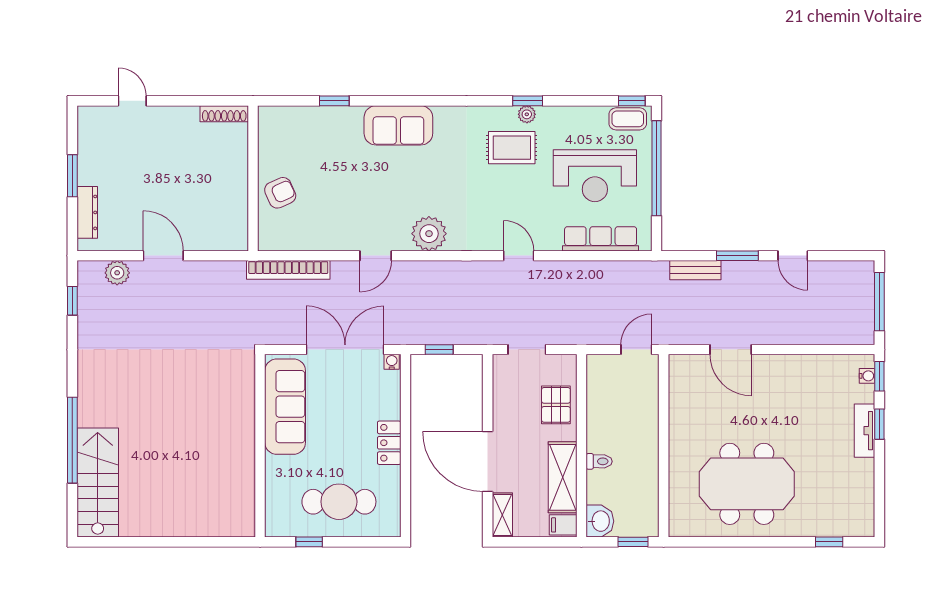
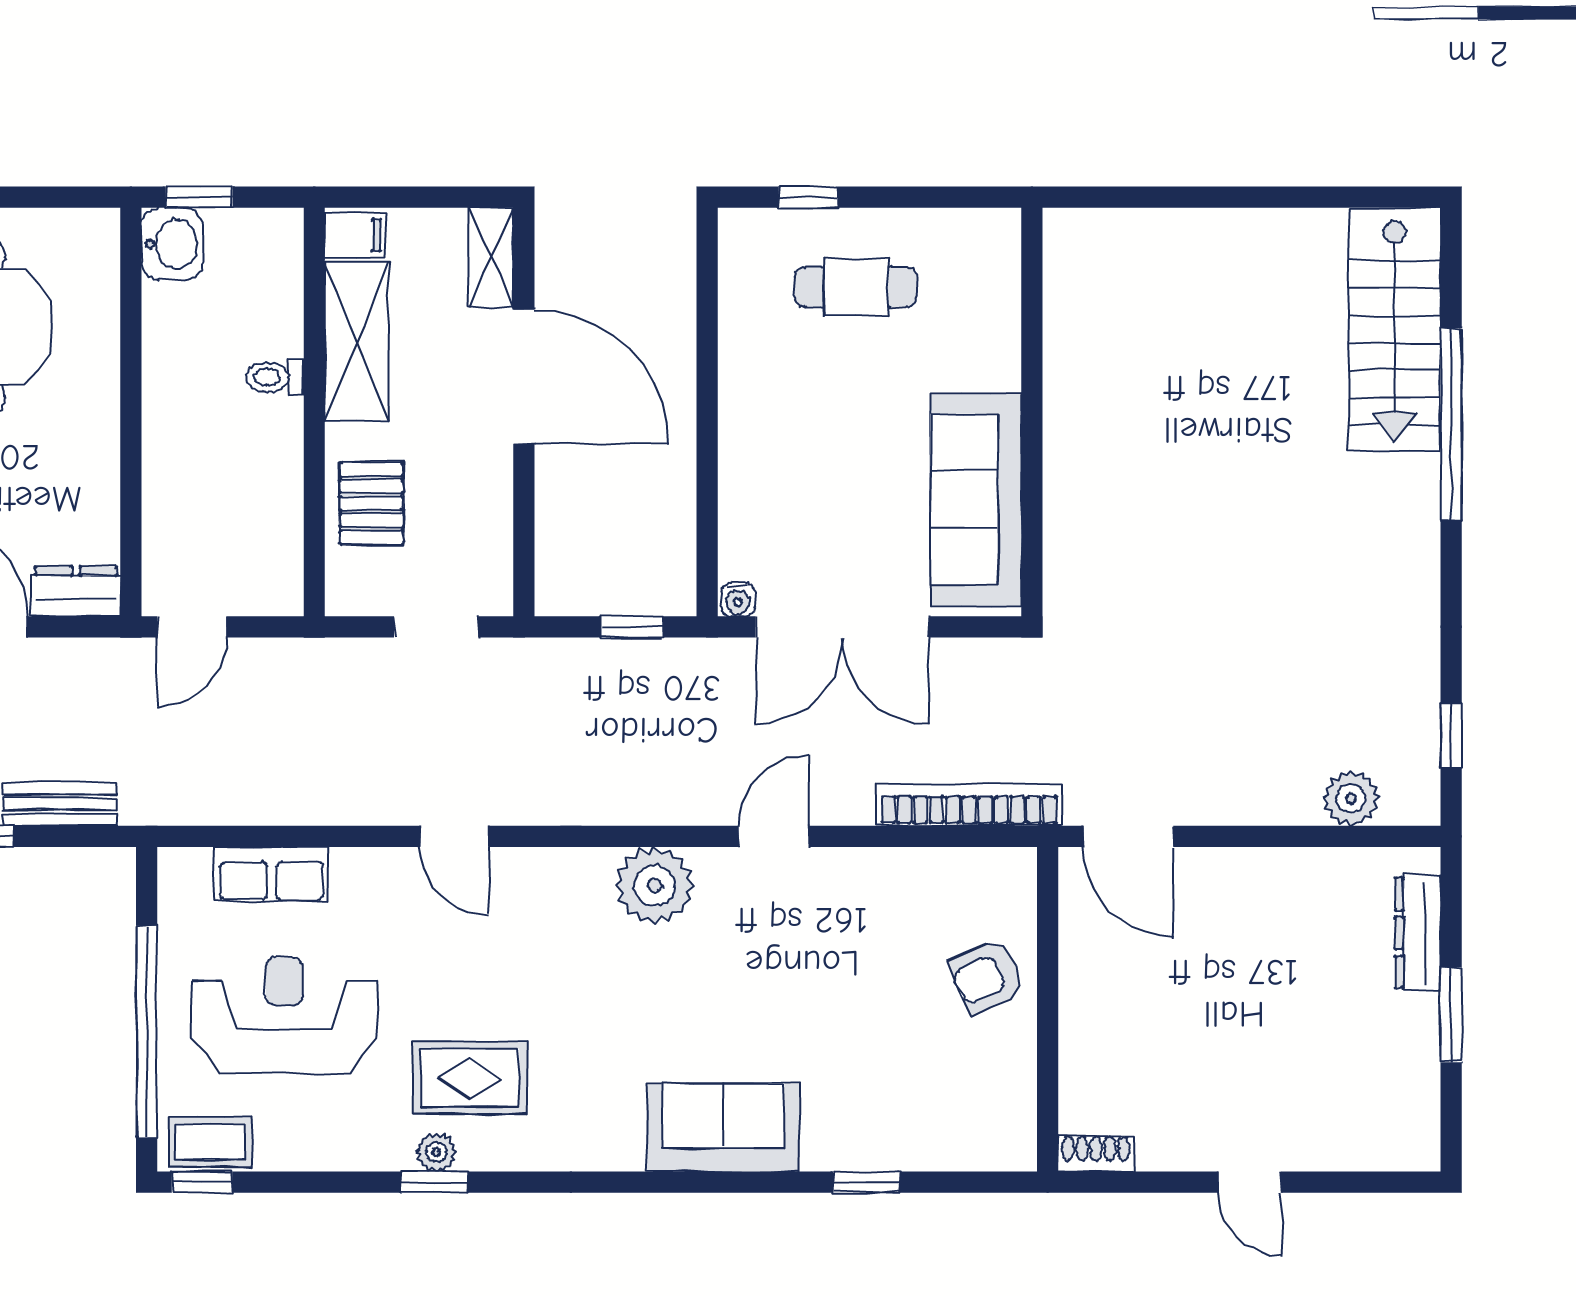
door: (132, 101) -> (1249, 1182), moved
shoe rack: (224, 114) -> (1096, 1153), width x0.70
row of seats: (601, 239) -> (272, 874), width x0.68
door: (163, 256) -> (1128, 836), moved
dresser: (688, 365) -> (76, 591), added
locker: (389, 443) -> (744, 419), removed
cafe table: (339, 502) -> (856, 287), width x0.73, depth x0.74
washbasin: (600, 521) -> (172, 244), moved, turned 180
window: (309, 542) -> (808, 197), moved

